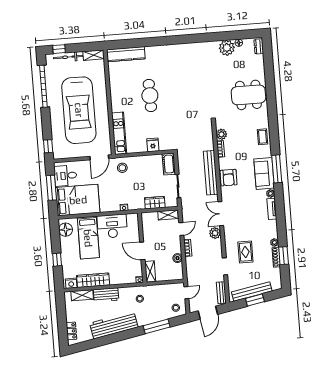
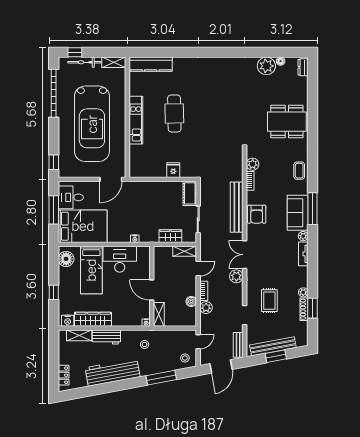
kitchen unit: (119, 133) -> (136, 120), moved
stool: (122, 168) -> (136, 193), removed
plant: (191, 262) -> (206, 308), added

